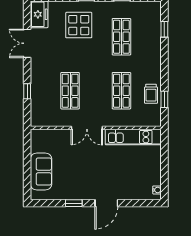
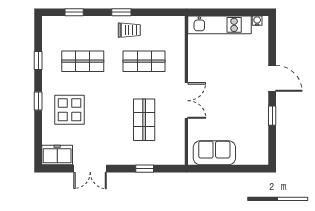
shop shelf: (70, 91) -> (144, 120), turned 90
trolley: (151, 94) -> (129, 30), moved
window: (164, 99) -> (121, 12), moved
kitchen unit: (133, 137) -> (220, 25), moved, turned 90
sofa: (41, 172) -> (214, 153), moved

